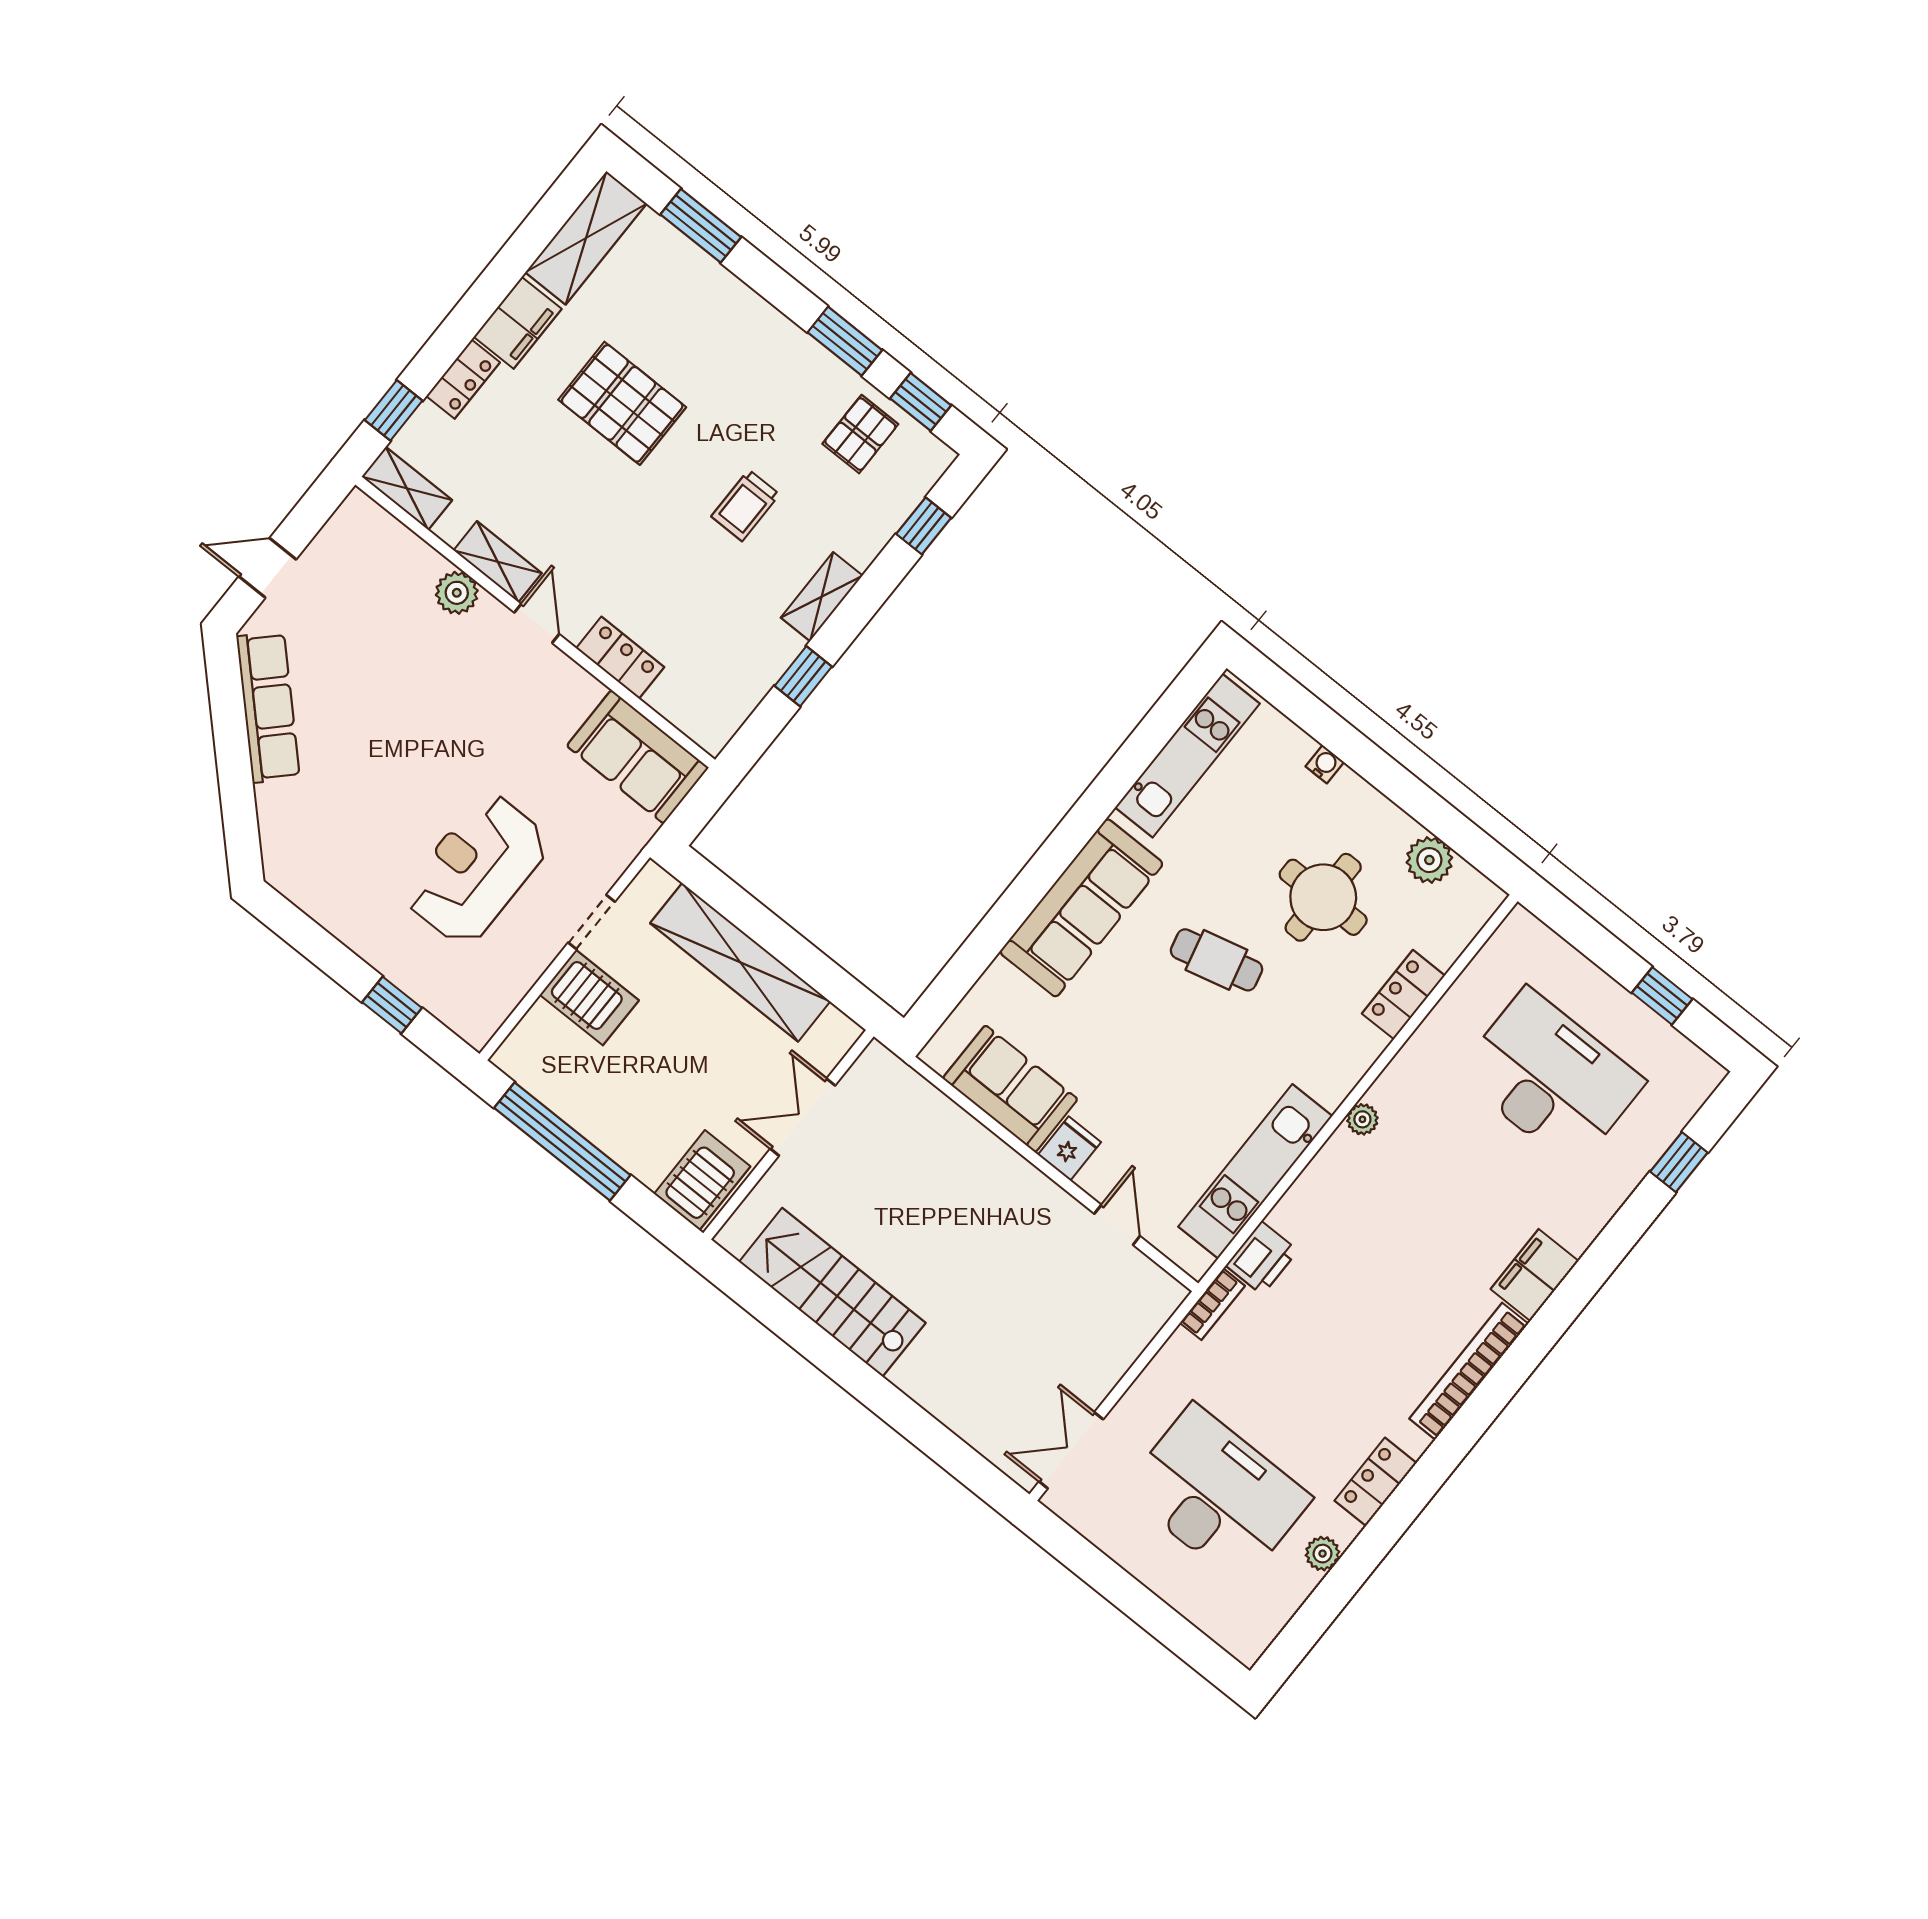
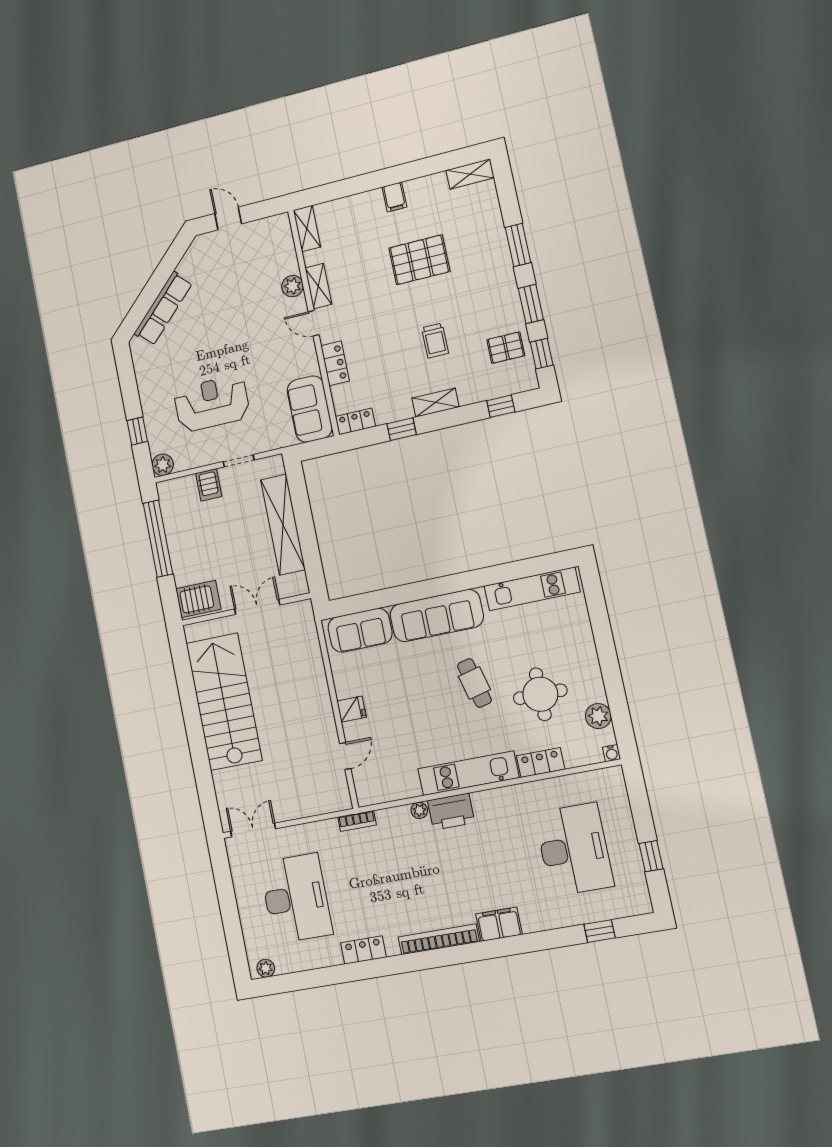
window: (701, 226) -> (518, 245), moved
shelving: (586, 238) -> (470, 174), width x0.67, depth x0.75
filing cabinet: (518, 323) -> (394, 197), width x0.50
locker: (463, 379) -> (355, 421), moved, turned 180
pallet: (622, 403) -> (419, 260), turned 90
window: (394, 410) -> (327, 193), removed
trolley: (745, 505) -> (435, 341), turned -90
door: (537, 623) -> (314, 323), swing flipped
row of seats: (268, 707) -> (163, 308), moved
water cooler: (1325, 764) -> (612, 753), moved, turned 90
server rack: (589, 998) -> (209, 485), width x0.73, depth x0.70
plant: (476, 1024) -> (163, 465), added
sofa: (1010, 1089) -> (360, 630), moved, turned 90
plant: (1362, 1119) -> (419, 810), moved
kitchen unit: (1255, 1171) -> (468, 773), moved
printer: (1262, 1258) -> (451, 812), moved, width x1.37, depth x1.19
stairs: (832, 1292) -> (224, 702), width x1.36, depth x1.51
plant: (1323, 1554) -> (266, 968), moved

